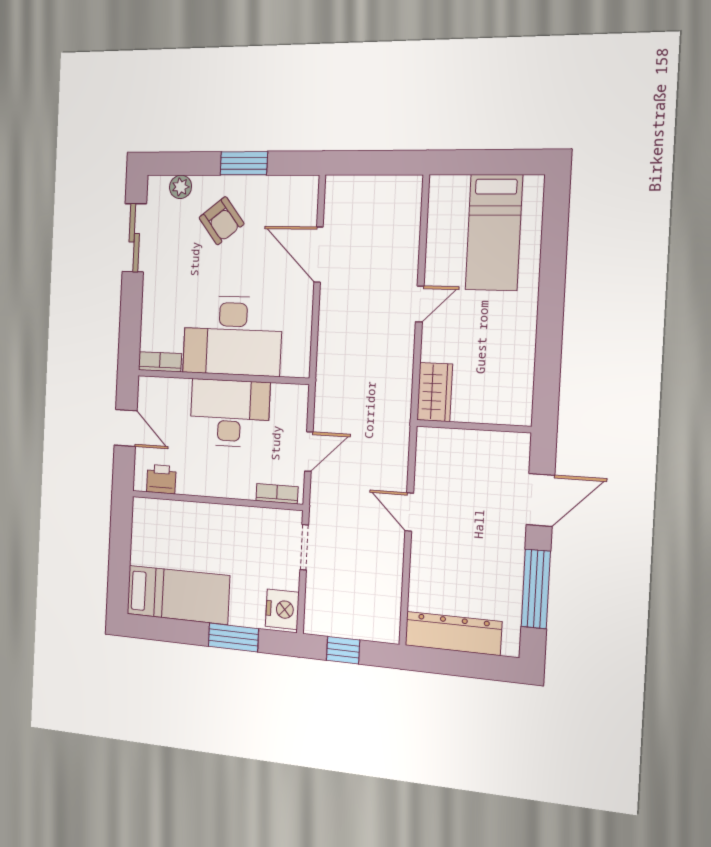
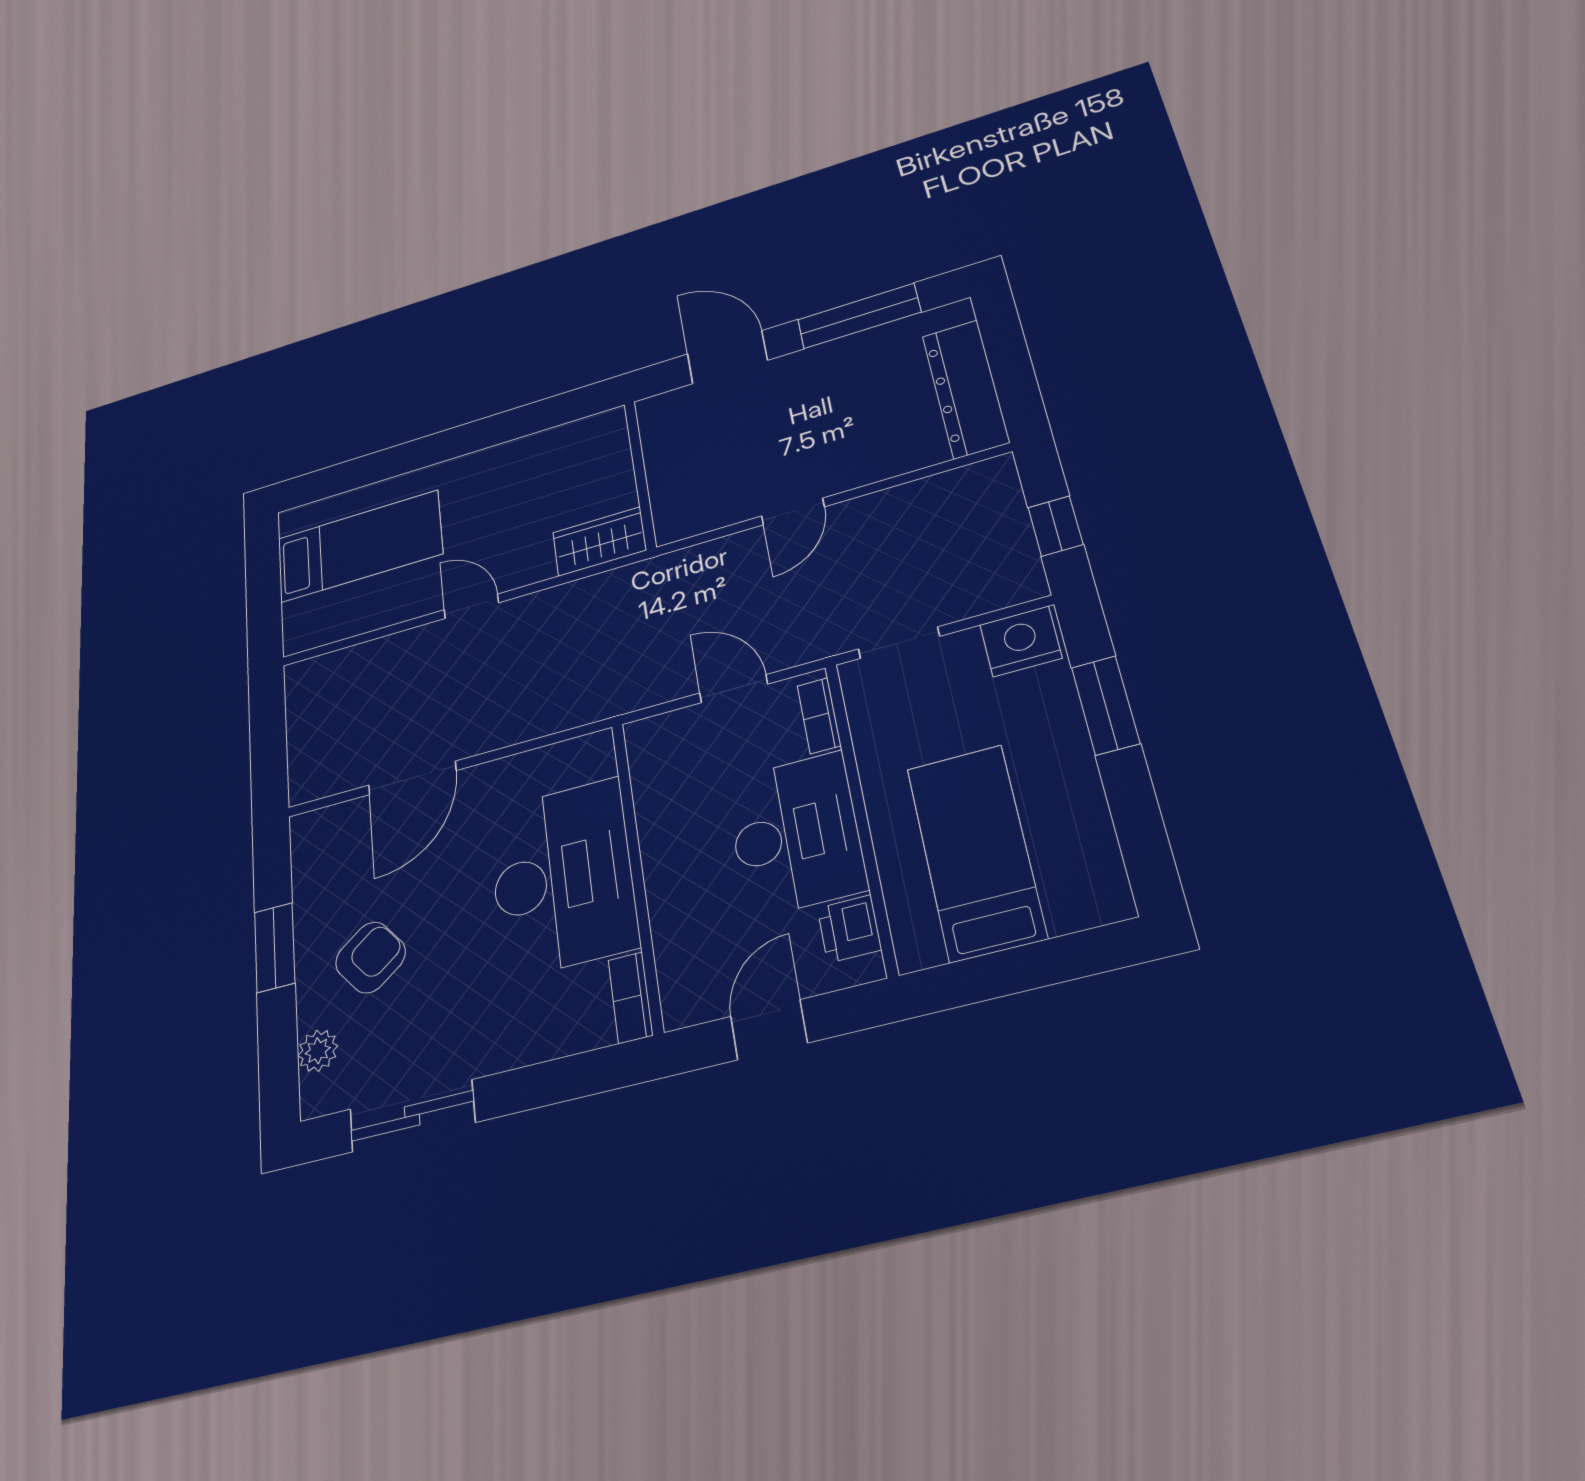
desk: (230, 413) -> (796, 834), moved, turned 180
bed: (178, 595) -> (976, 852), moved

